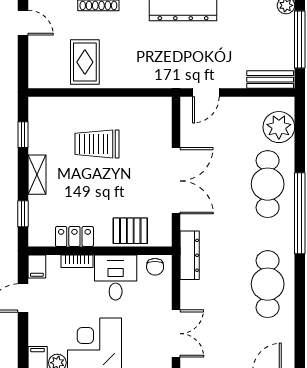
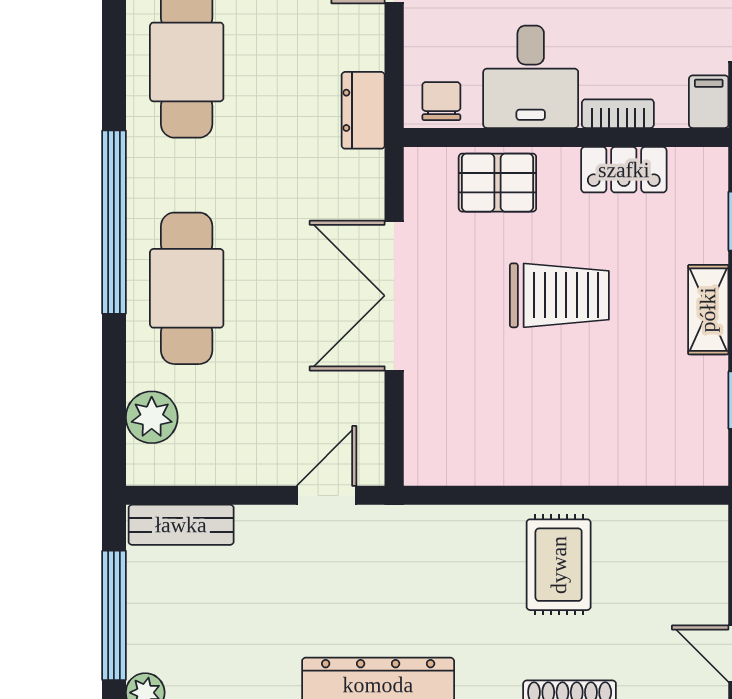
rug: (85, 62) -> (559, 565), moved
plant: (279, 127) -> (152, 417), width x0.73, depth x0.73
trolley: (97, 144) -> (559, 295), moved
dresser: (190, 255) -> (363, 110), width x0.70

